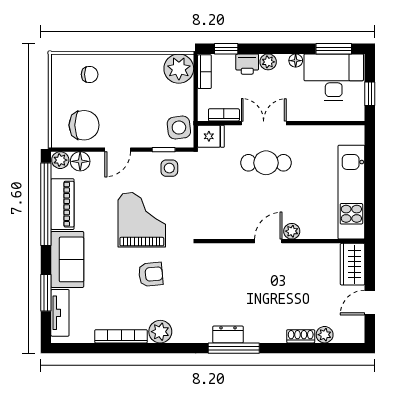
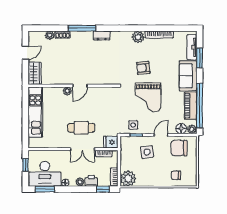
side table: (179, 128) -> (147, 152), moved
window: (234, 348) -> (82, 28), moved

